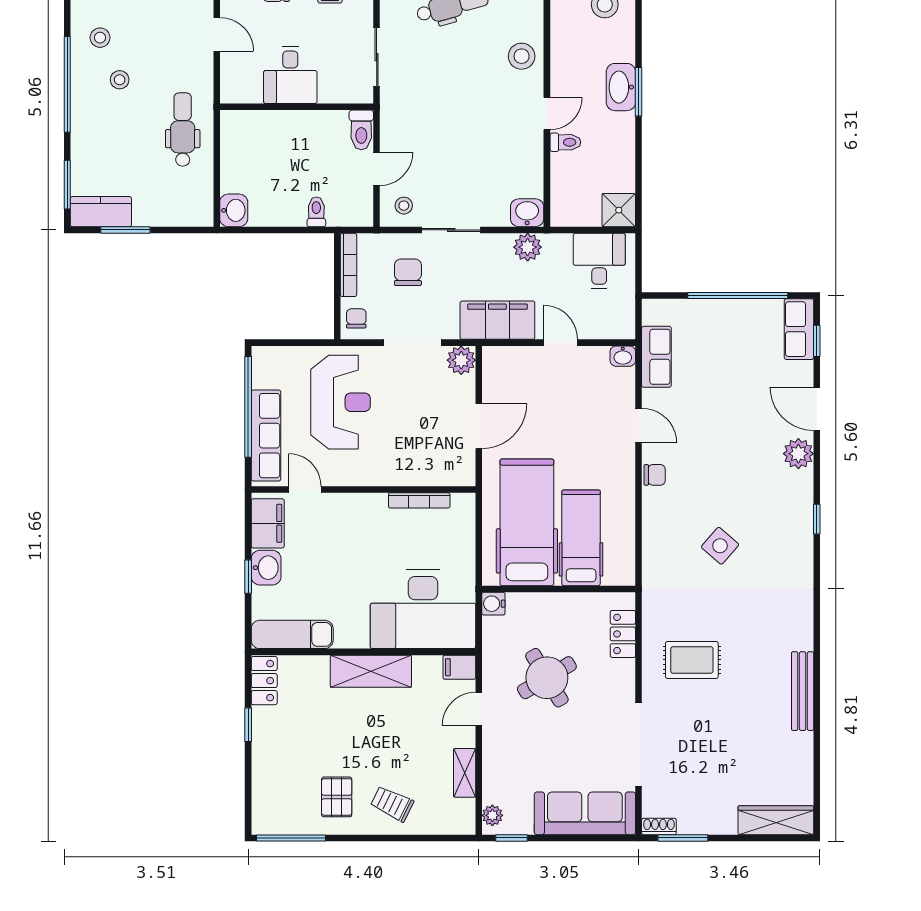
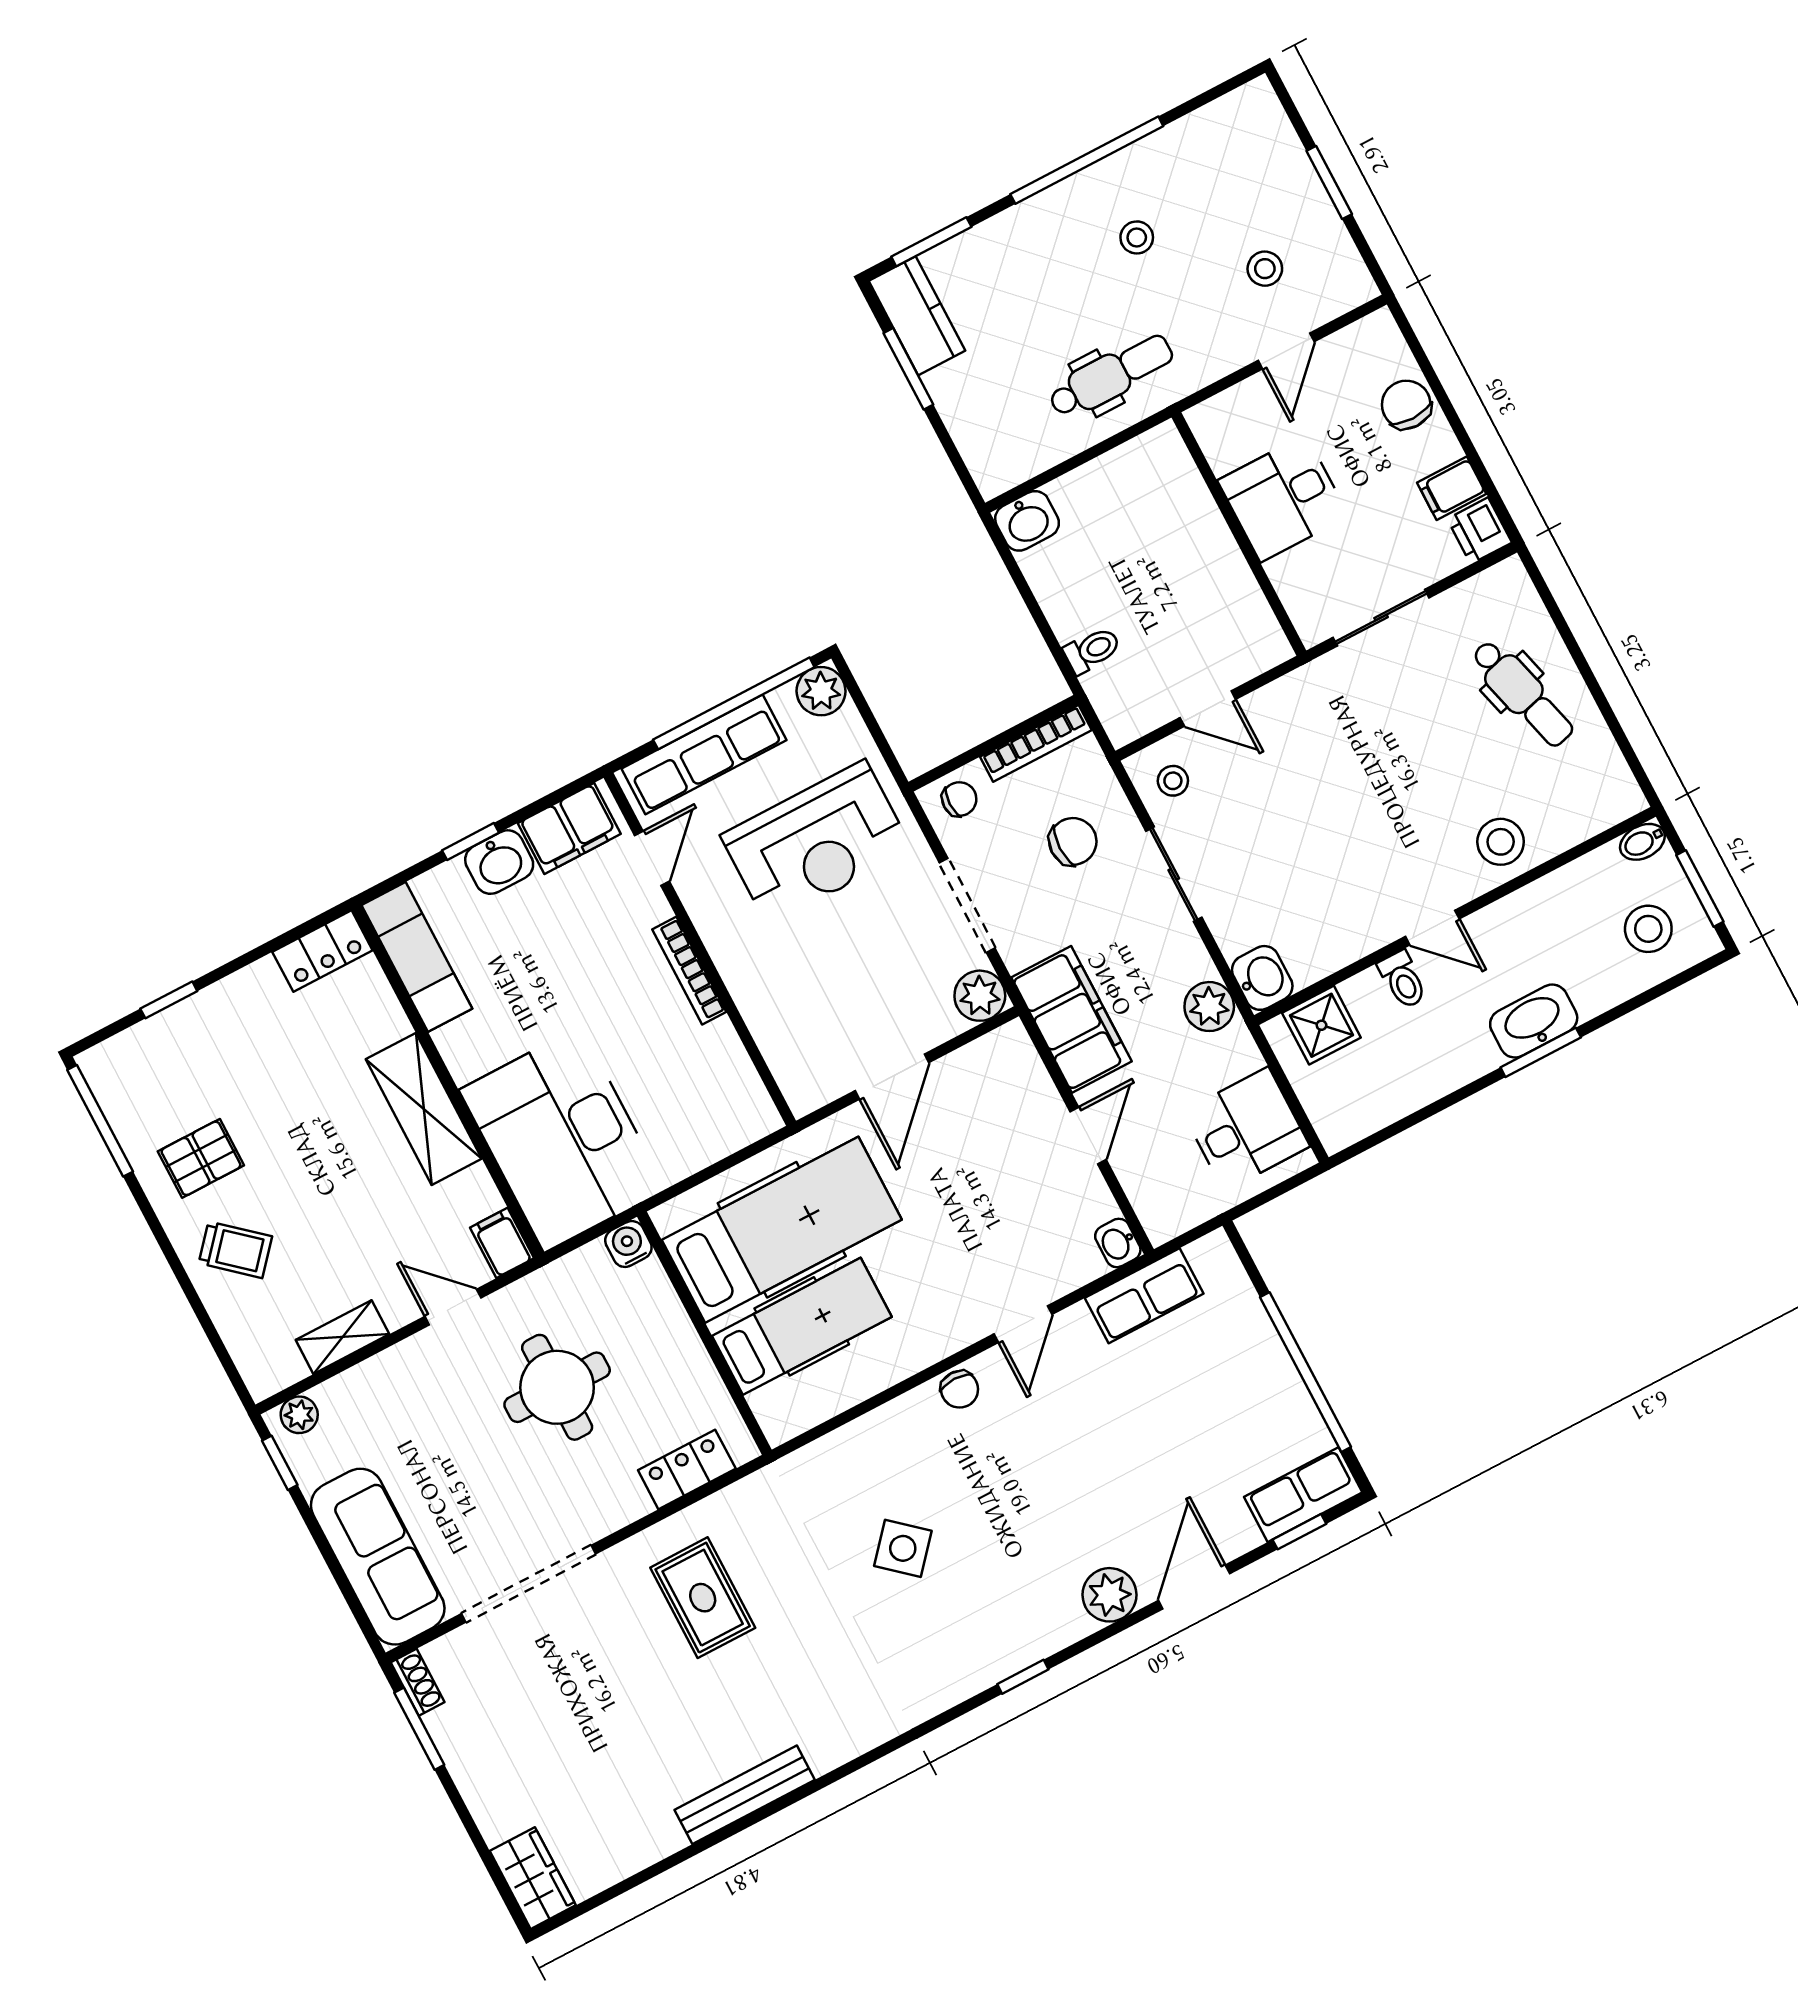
stool: (100, 38) -> (1265, 269), moved
toilet: (361, 130) -> (1256, 653), removed
shower: (619, 210) -> (1321, 1025), moved
plant: (265, 360) -> (821, 691), added
door: (479, 426) -> (892, 1077), hinge flipped
bookcase: (419, 500) -> (689, 971), moved
round table: (547, 678) -> (557, 1387), turned 31
window: (248, 725) -> (169, 1000), moved
trolley: (392, 804) -> (235, 1250), turned 105
wardrobe: (776, 820) -> (533, 1878), width x0.67

